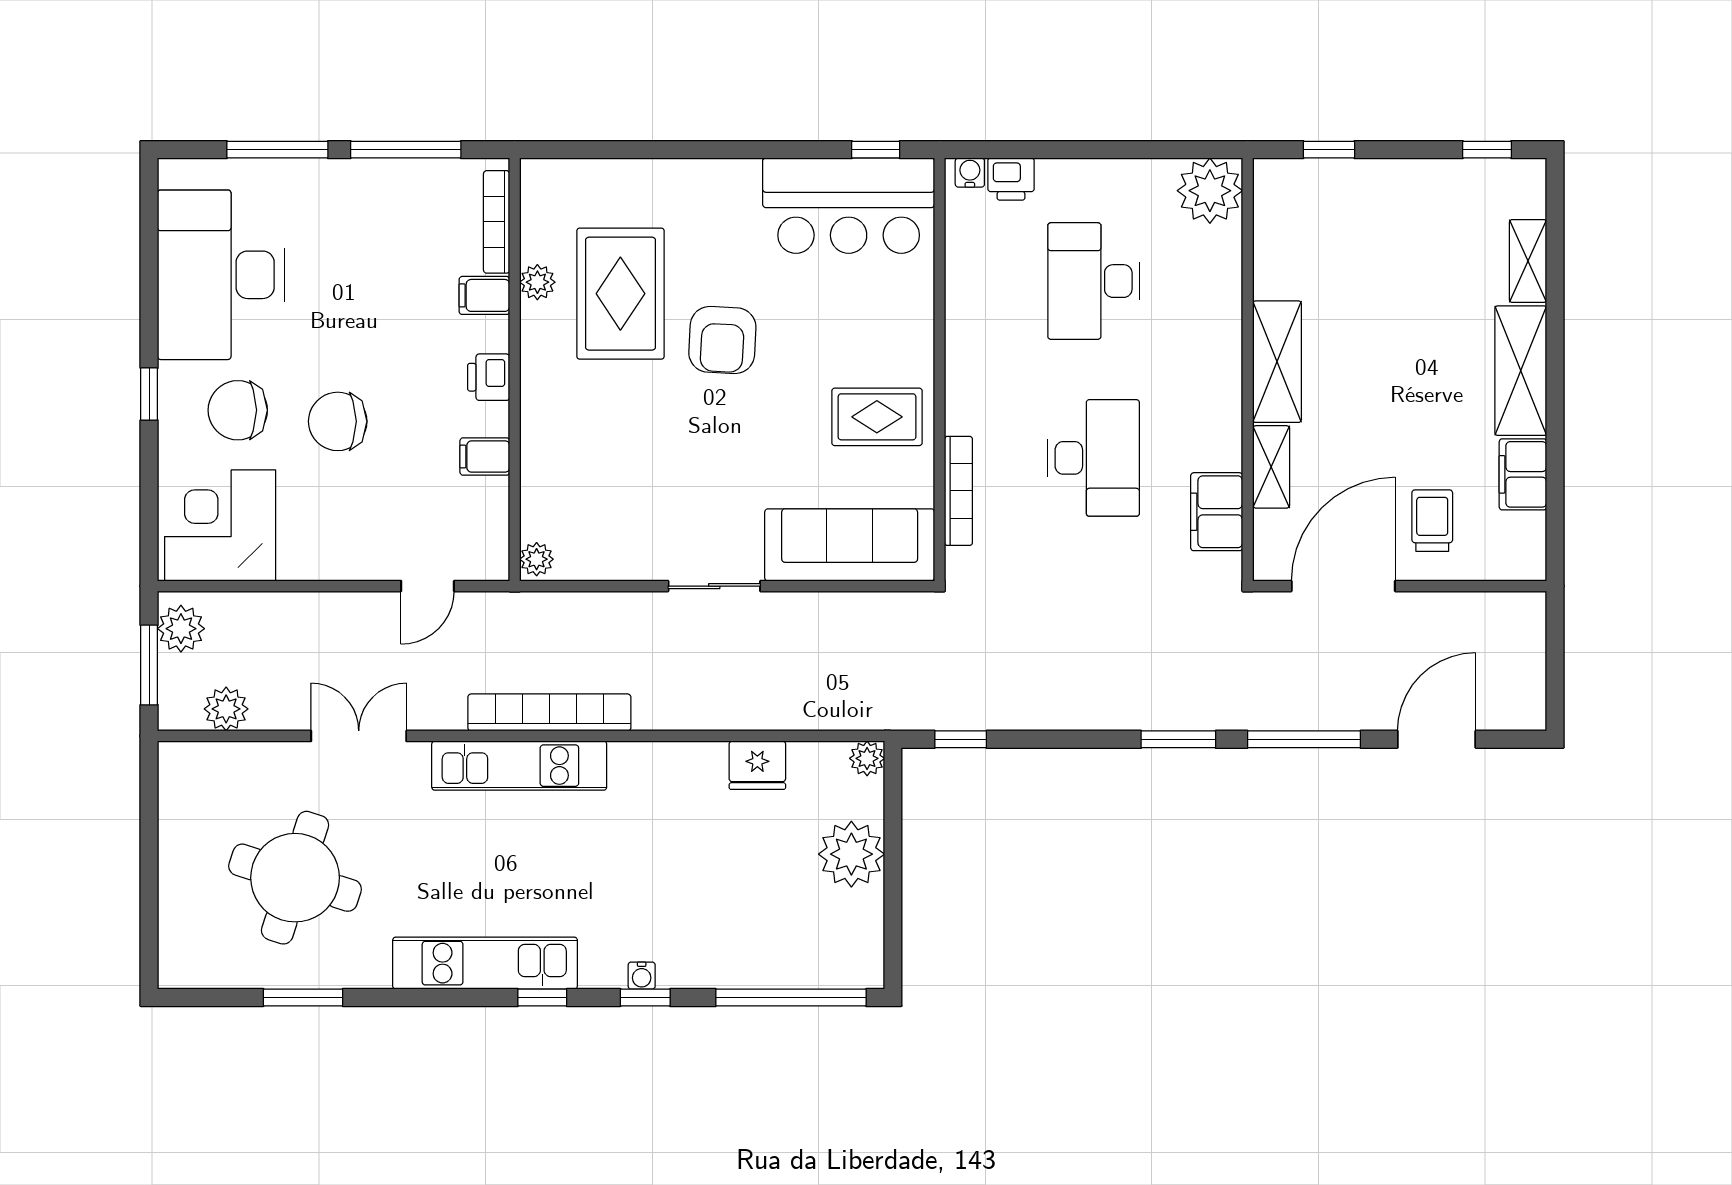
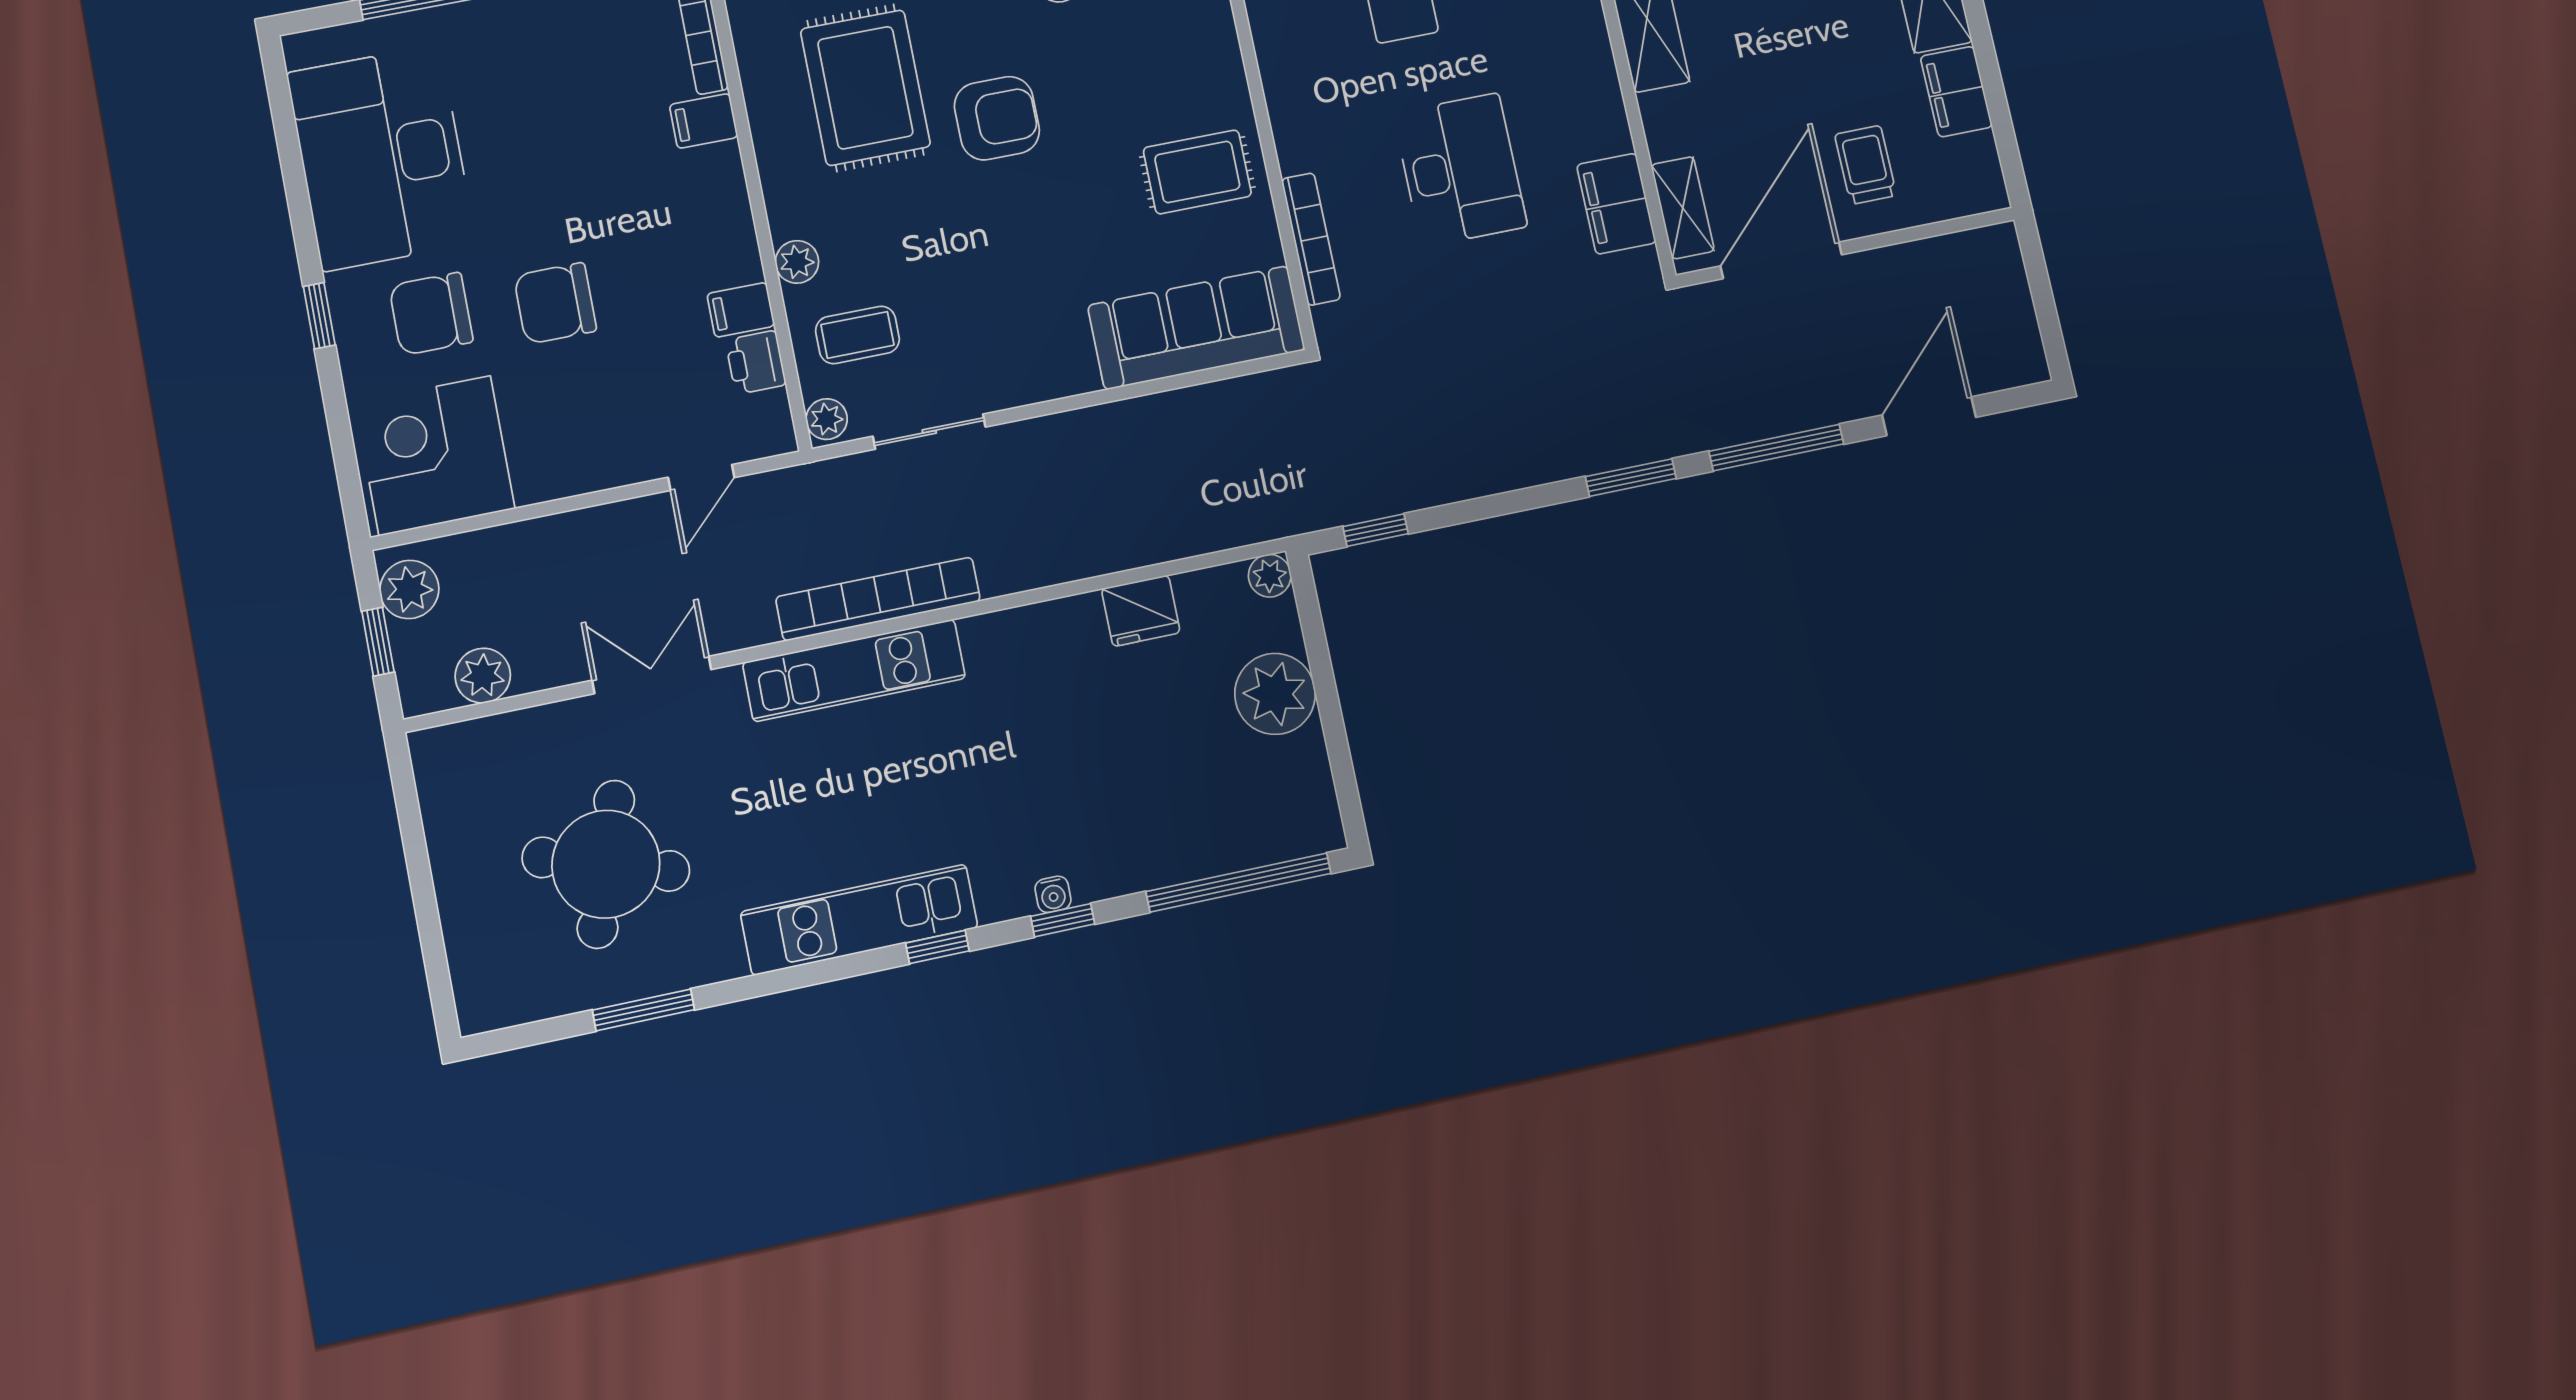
plant: (537, 282) -> (797, 262), moved
armchair: (722, 340) -> (997, 118), turned -93
printer: (489, 377) -> (756, 362), moved
shelving: (1271, 467) -> (1683, 208), moved
coffee table: (575, 496) -> (857, 335), added
sliding door: (714, 586) -> (929, 432), moved
window: (149, 665) -> (378, 642), width x0.67

